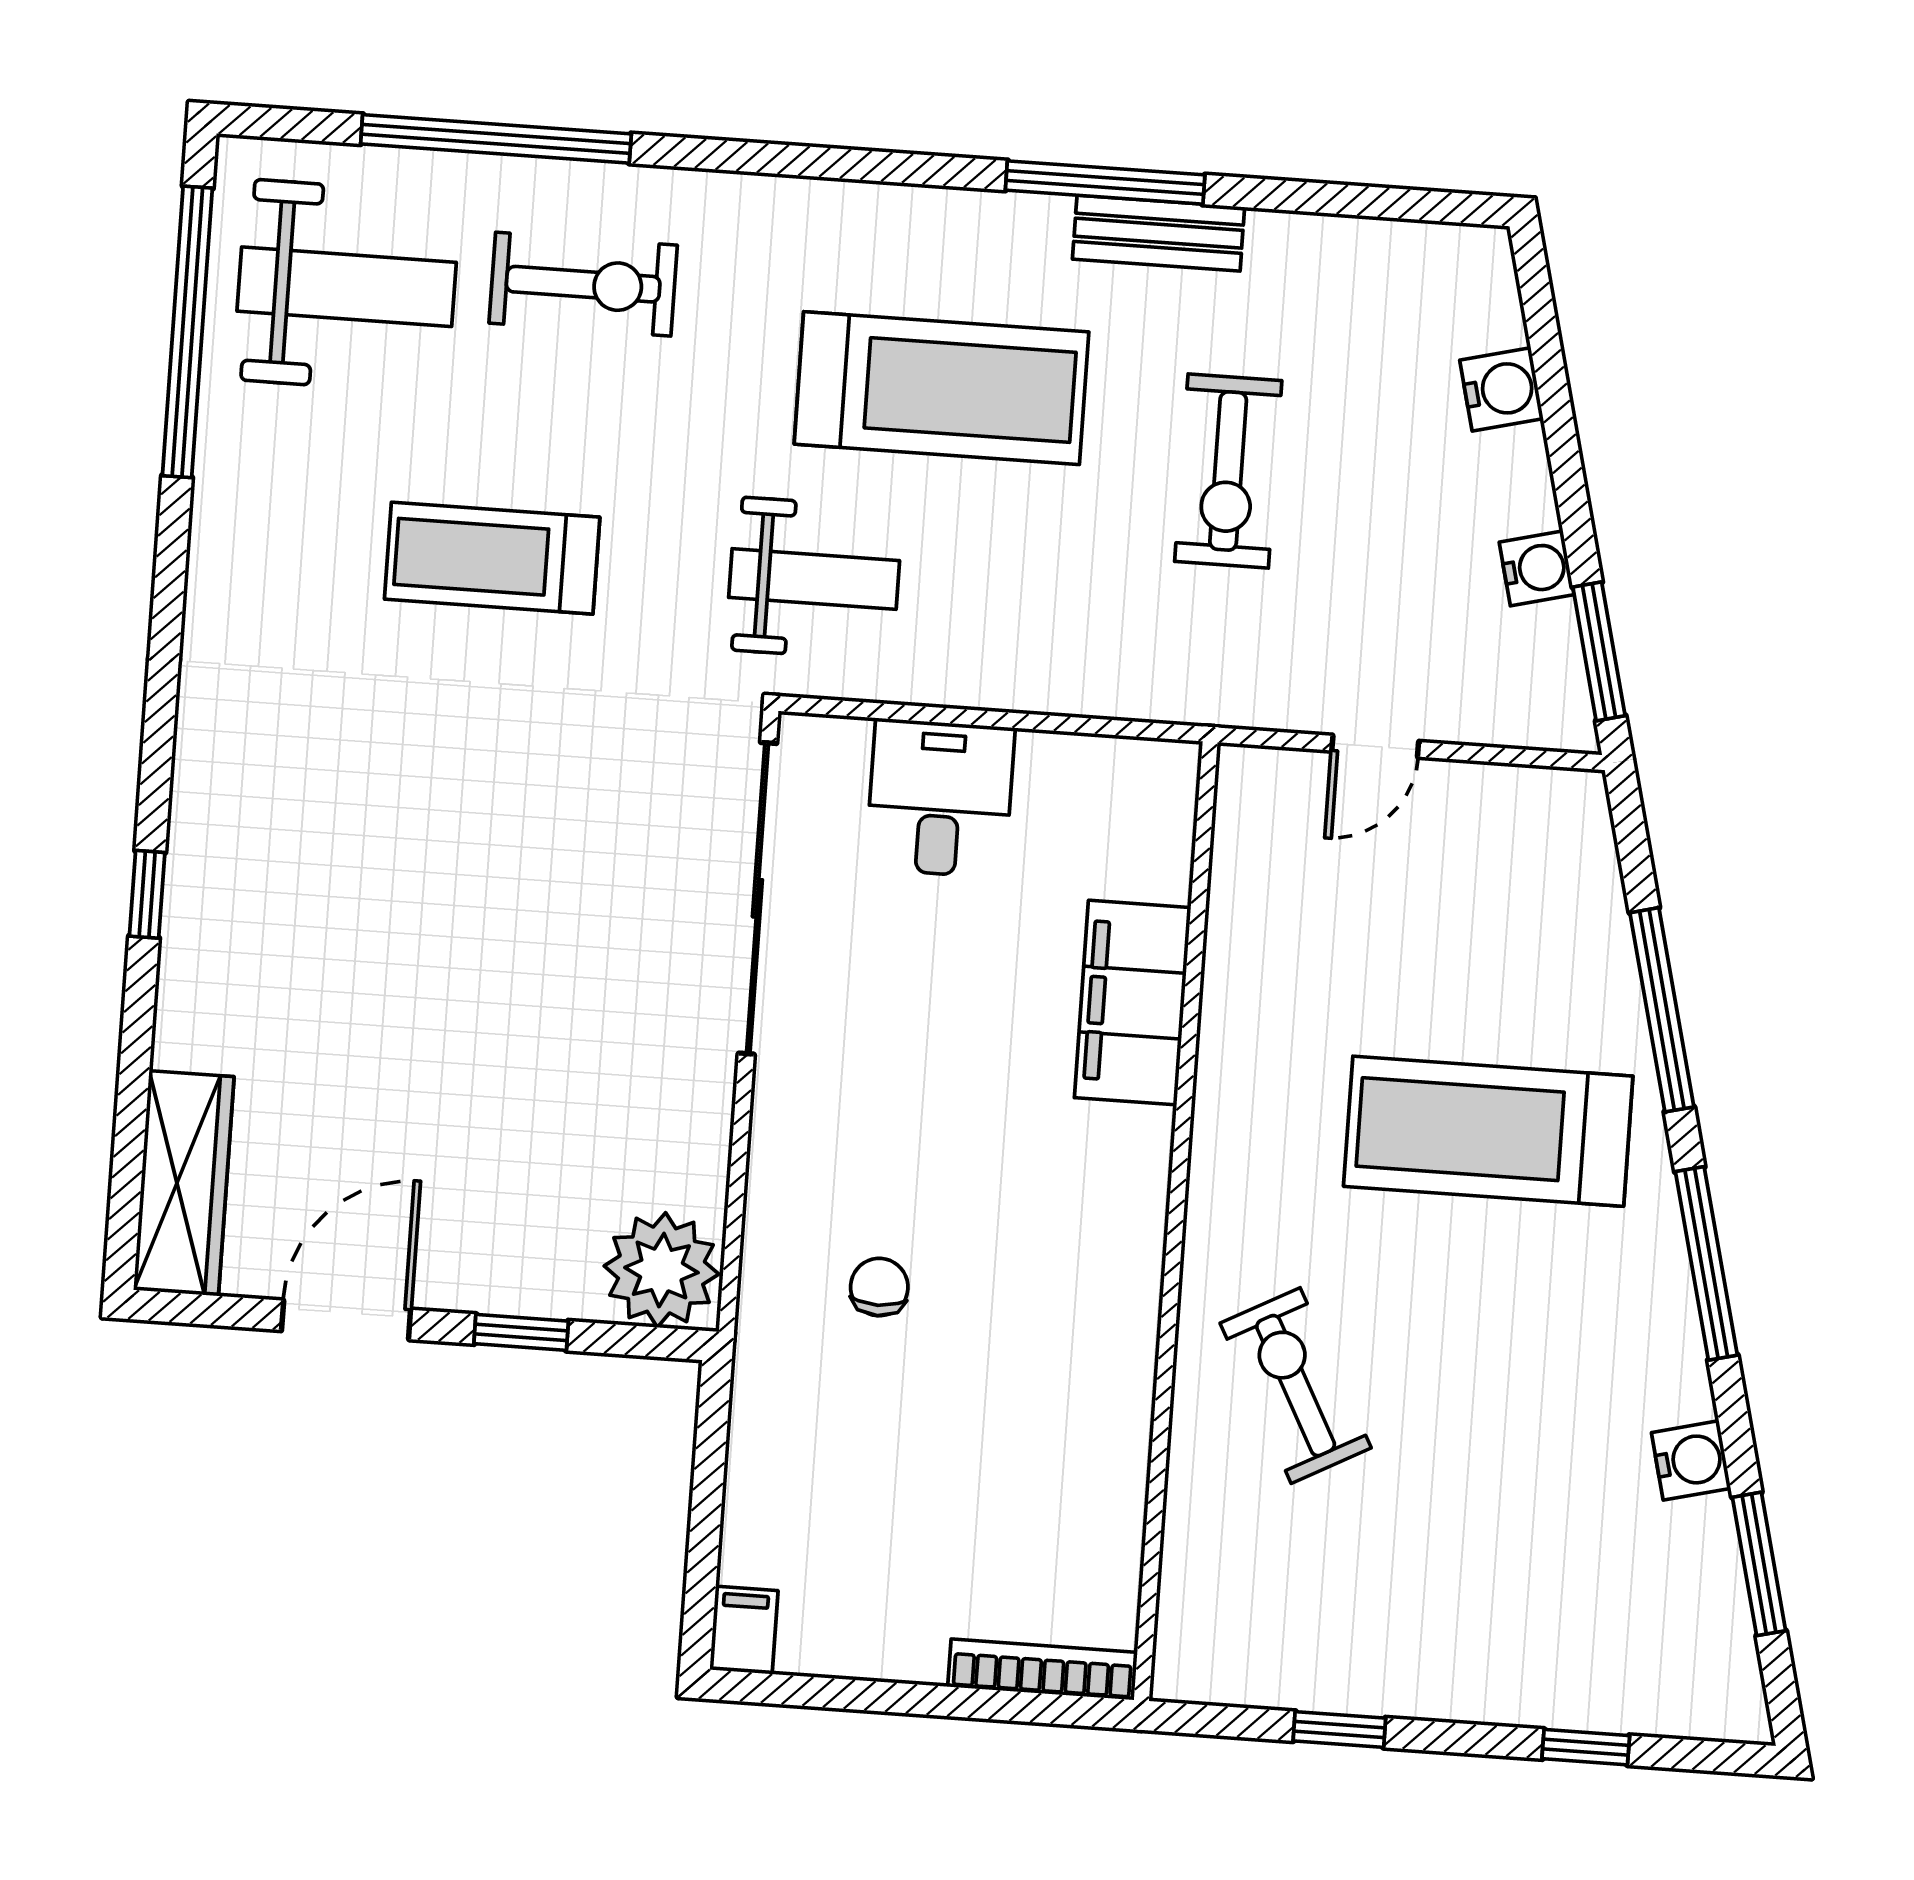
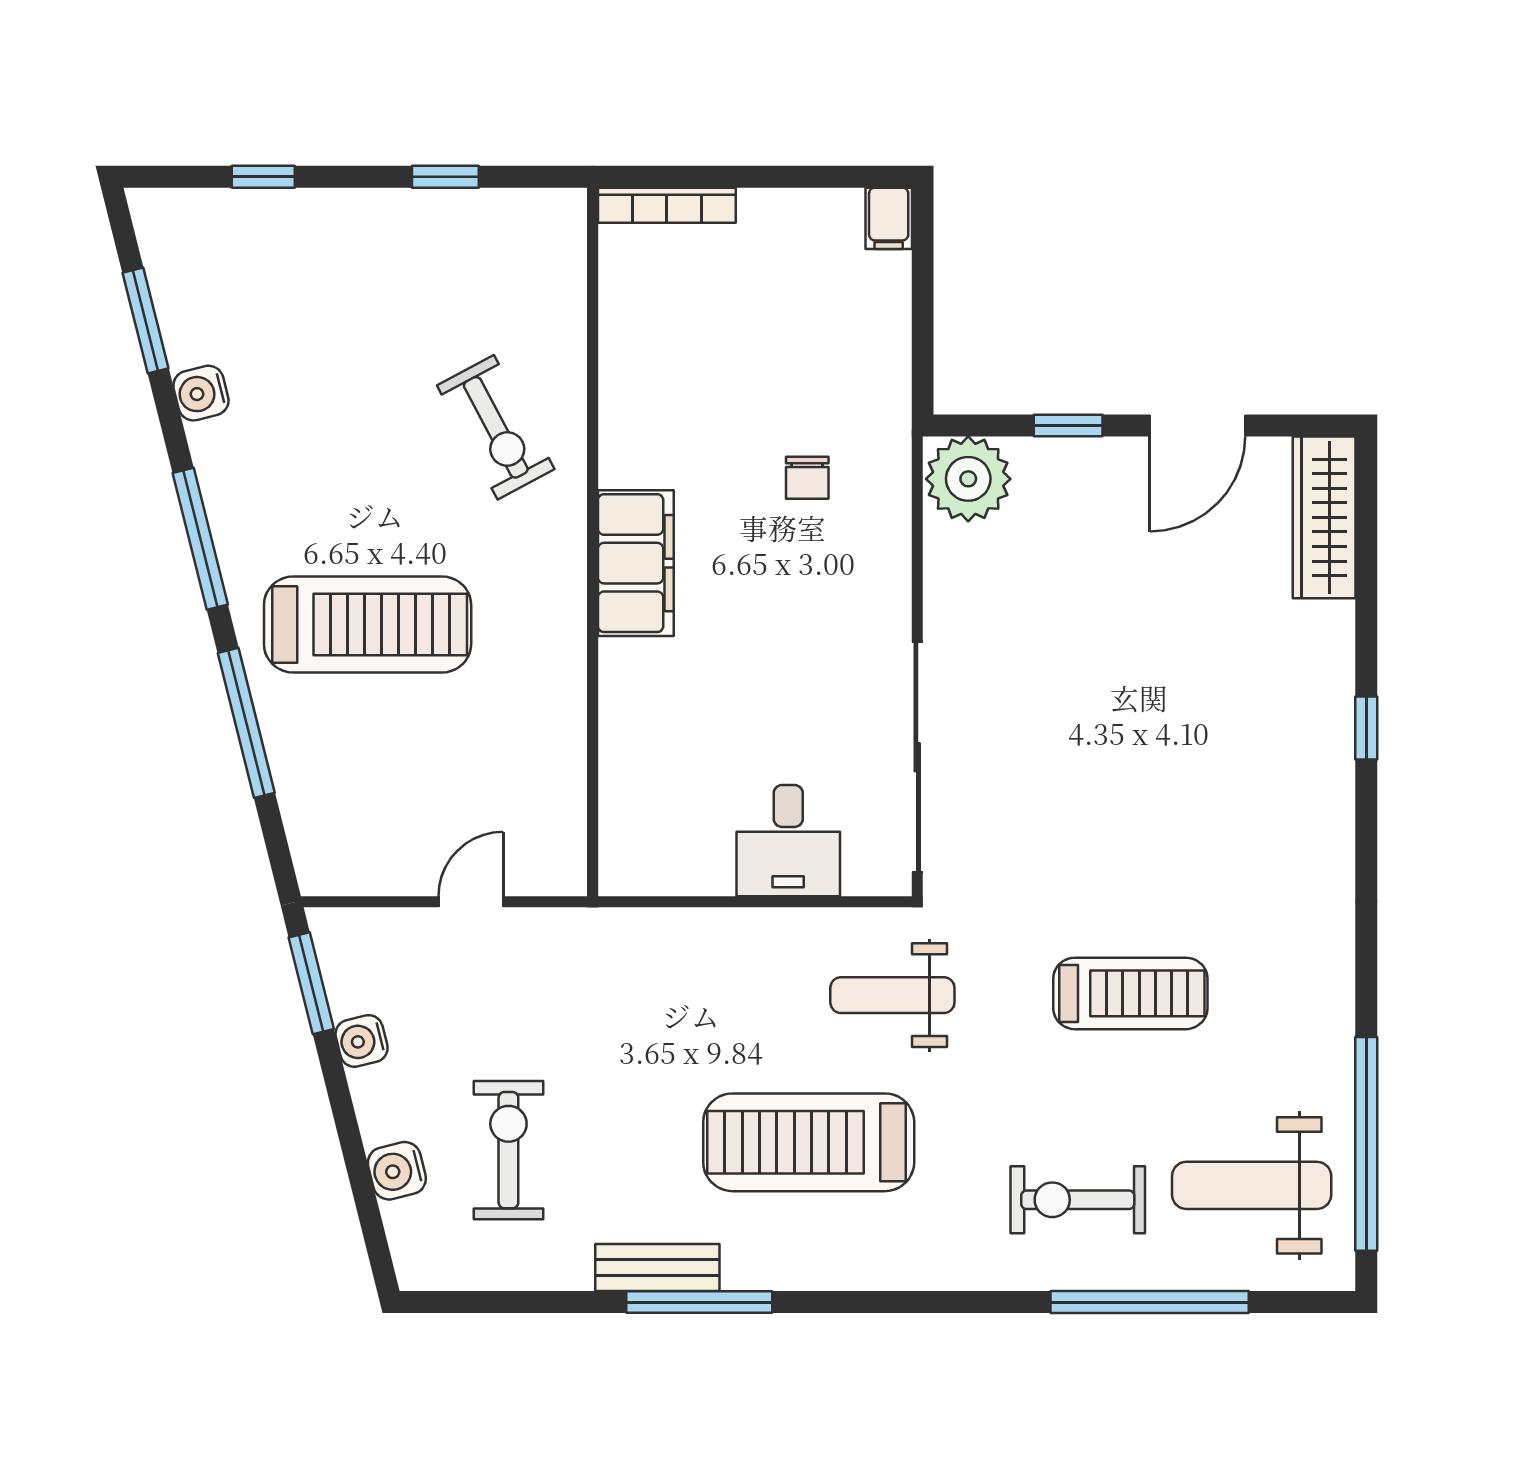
exercise bike: (1228, 471) -> (508, 1150), moved
filing cabinet: (1133, 1003) -> (636, 563), moved

